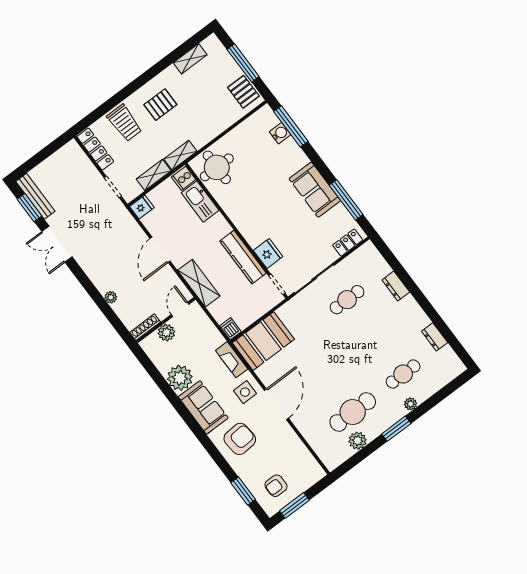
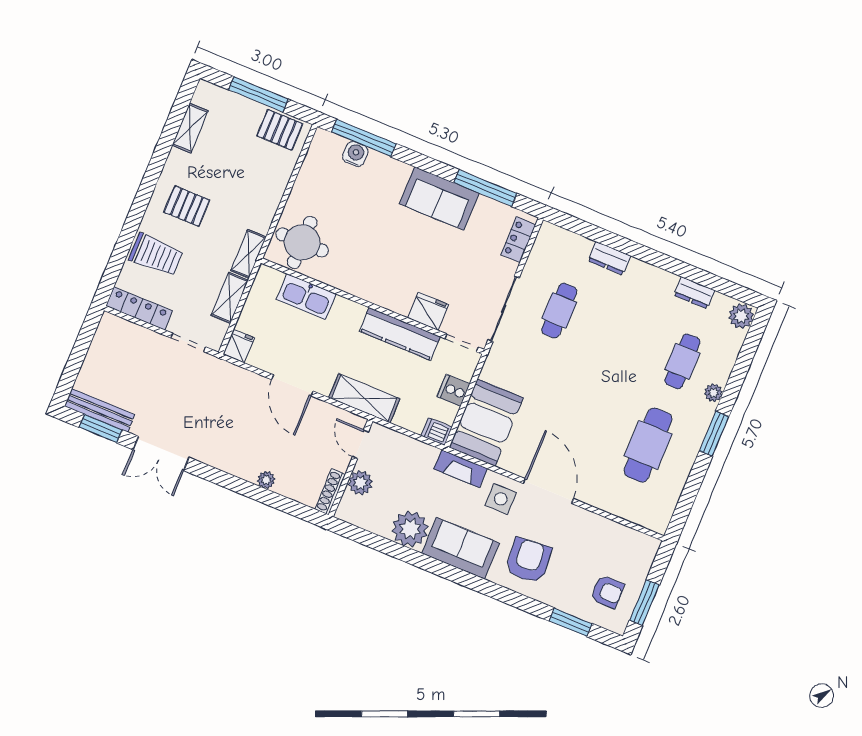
pallet: (160, 105) -> (187, 206), turned 90
cooker: (184, 178) -> (453, 390), moved, turned 90
plant: (358, 441) -> (741, 316), moved
armchair: (276, 486) -> (607, 592), turned -90

